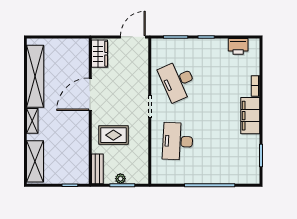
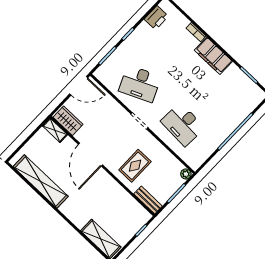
door: (133, 37) -> (79, 86), swing flipped
shelving: (32, 121) -> (55, 130), moved
plant: (120, 179) -> (186, 174), moved

